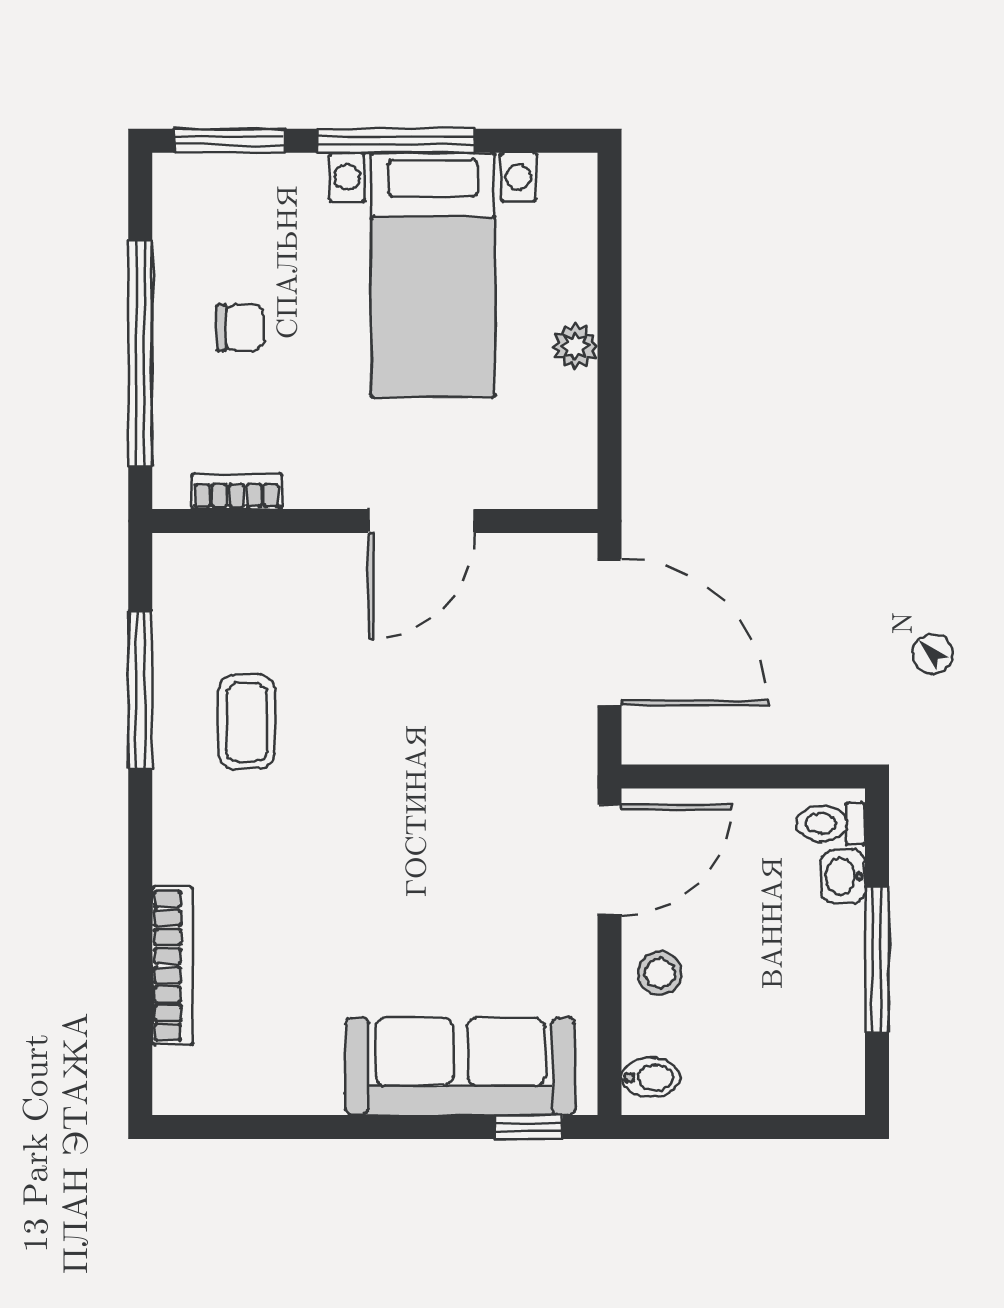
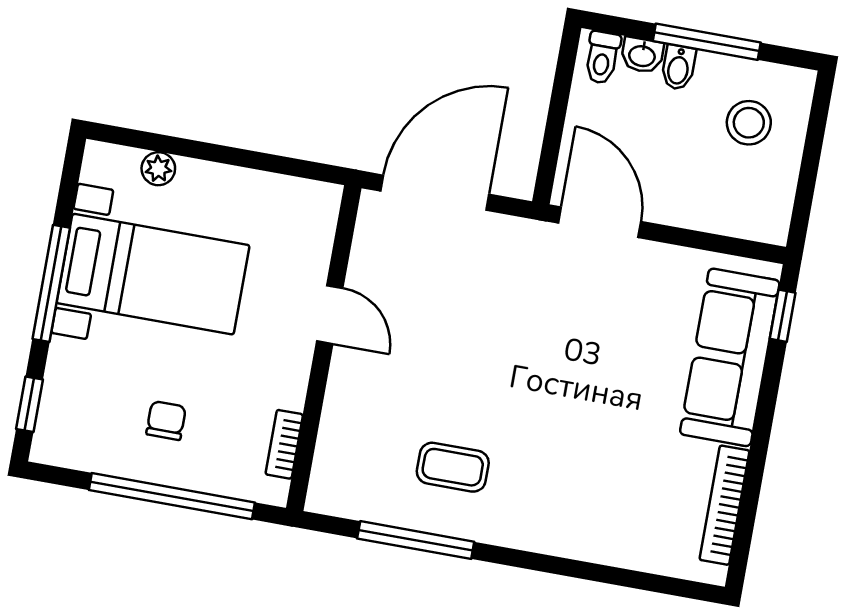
window: (229, 141) -> (29, 404), width x0.67
plant: (575, 346) -> (158, 169), moved
door: (421, 521) -> (330, 315), width x0.73
bookcase: (172, 966) -> (724, 505), moved, turned -90
stool: (660, 973) -> (749, 123), moved, width x1.37, depth x1.37
bidet: (651, 1078) -> (678, 67), moved, turned 180

